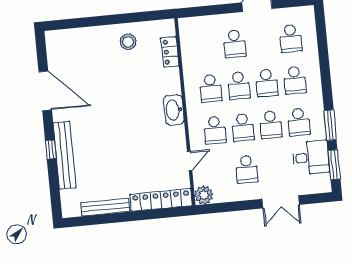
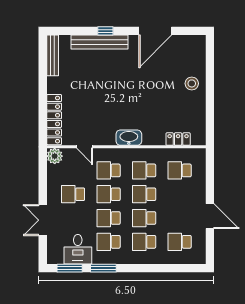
stool: (128, 42) -> (192, 83), moved
school desk: (235, 44) -> (180, 170), moved
bench: (105, 207) -> (53, 55), moved

